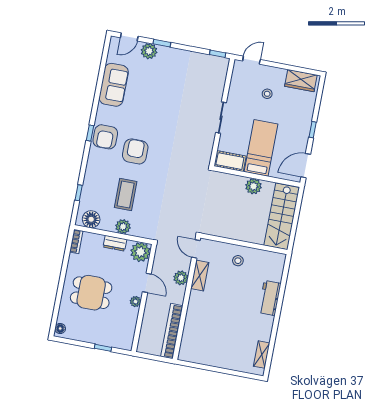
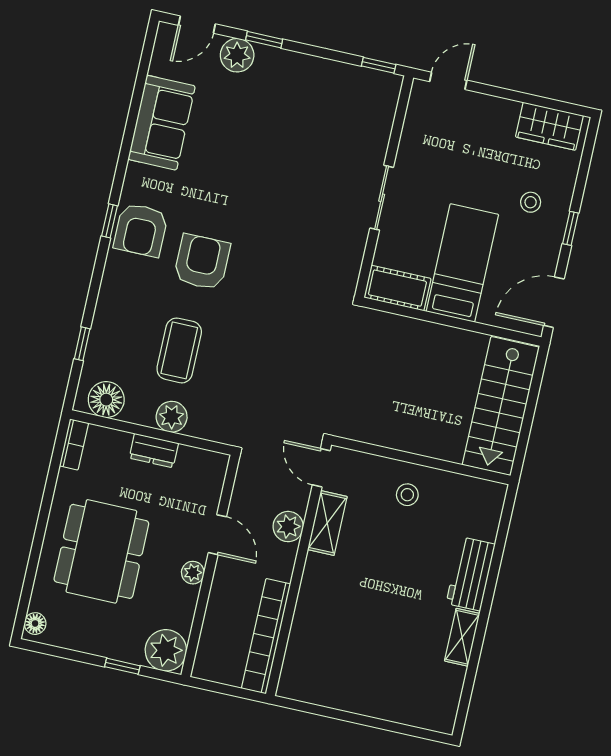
stool: (267, 94) -> (531, 202), moved
plant: (253, 186) -> (444, 342), removed
plant: (140, 252) -> (166, 650), moved
dining table: (91, 293) -> (101, 551), width x1.38
shelving: (262, 355) -> (462, 637), moved

